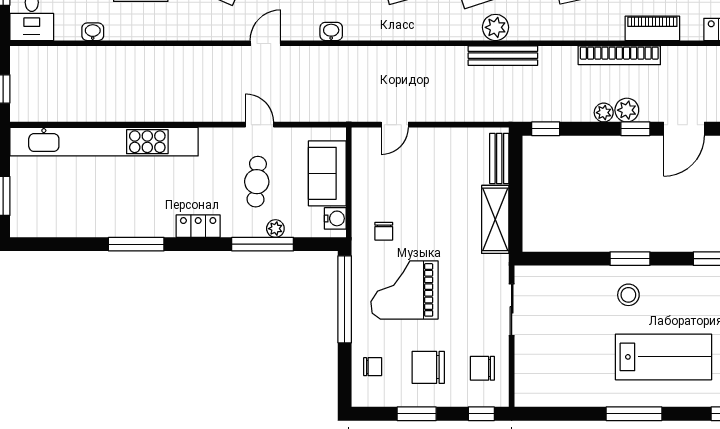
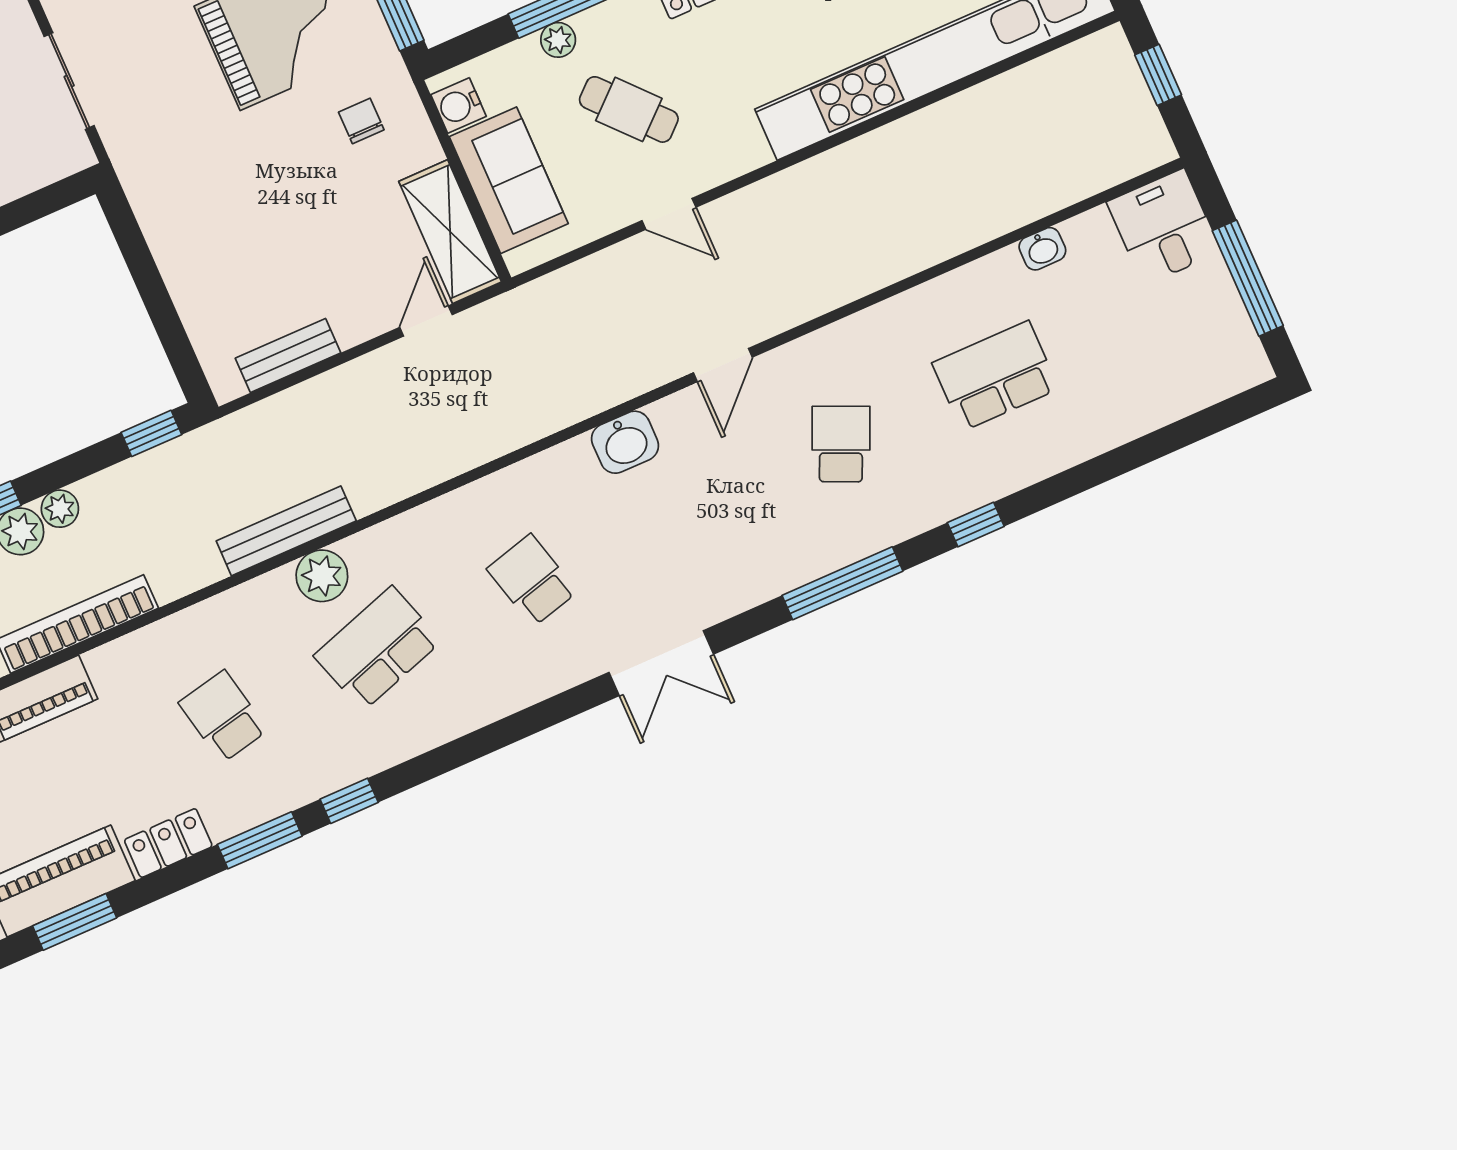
washbasin: (331, 31) -> (625, 442), width x1.38, depth x1.45
bench: (499, 158) -> (288, 356), moved, turned 90
cafe table: (257, 182) -> (629, 109), turned -46
shelving: (495, 219) -> (450, 232), moved

